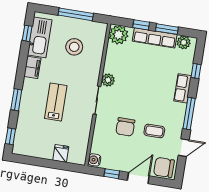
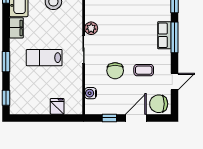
row of seats: (183, 88) -> (164, 35), moved
lab bench: (56, 102) -> (44, 58), turned -90
window: (189, 113) -> (175, 37), moved
water cooler: (94, 160) -> (91, 93), moved

